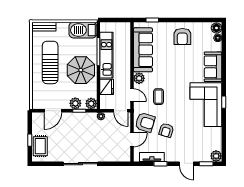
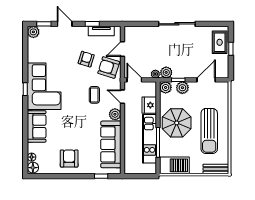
plant: (91, 118) -> (166, 72), added

